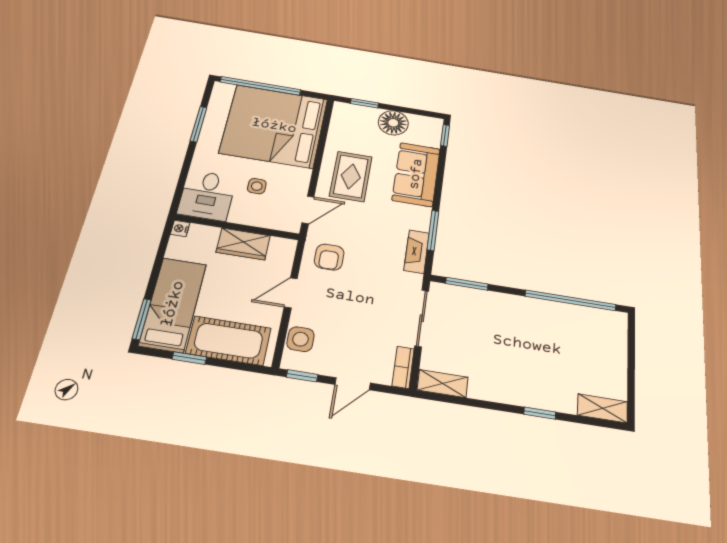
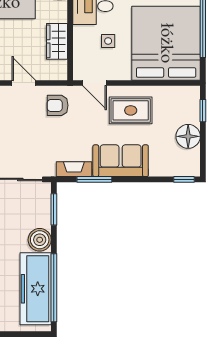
sofa: (416, 174) -> (121, 161), moved
boiler: (506, 307) -> (40, 240), added
freezer: (571, 323) -> (36, 289), added

